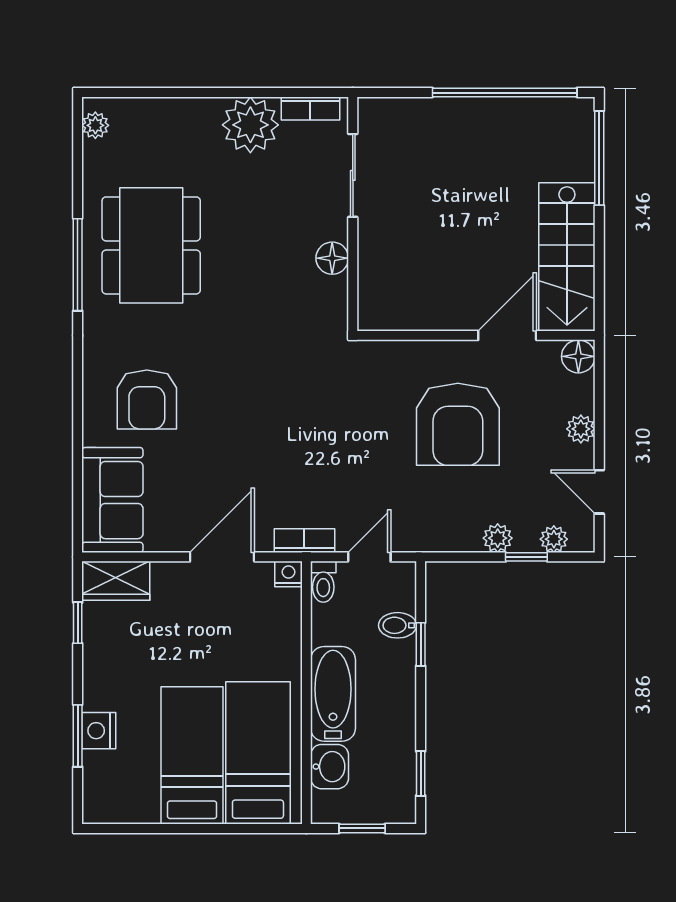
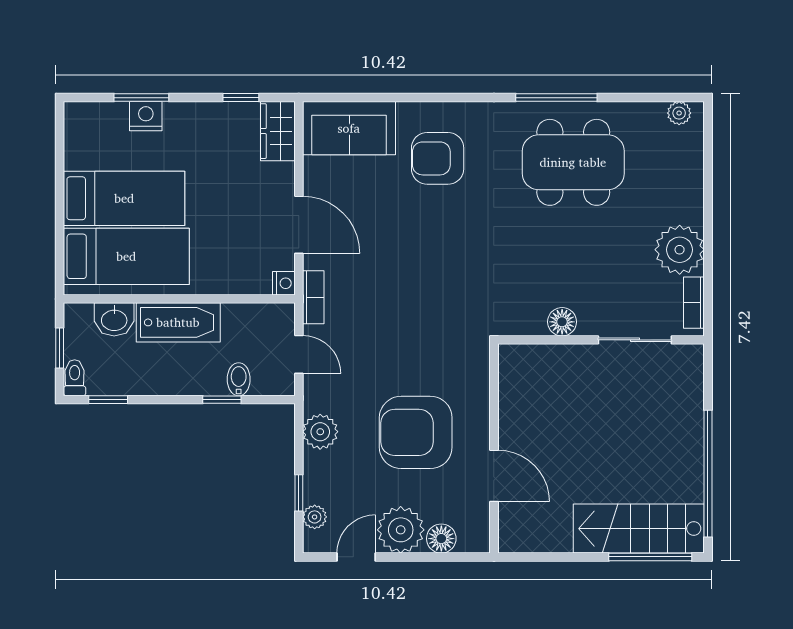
stairs: (567, 257) -> (639, 529), moved
floor lamp: (578, 356) -> (441, 539), moved
plant: (581, 429) -> (401, 530), width x1.88, depth x1.88
plant: (498, 538) -> (320, 432), moved, width x1.38, depth x1.38
toilet: (323, 582) -> (75, 378), moved, turned 90

